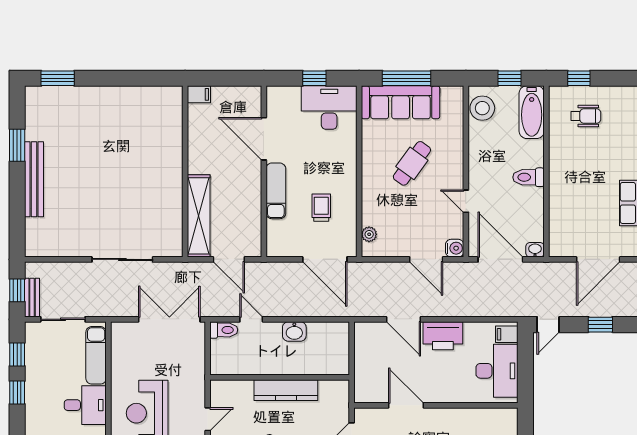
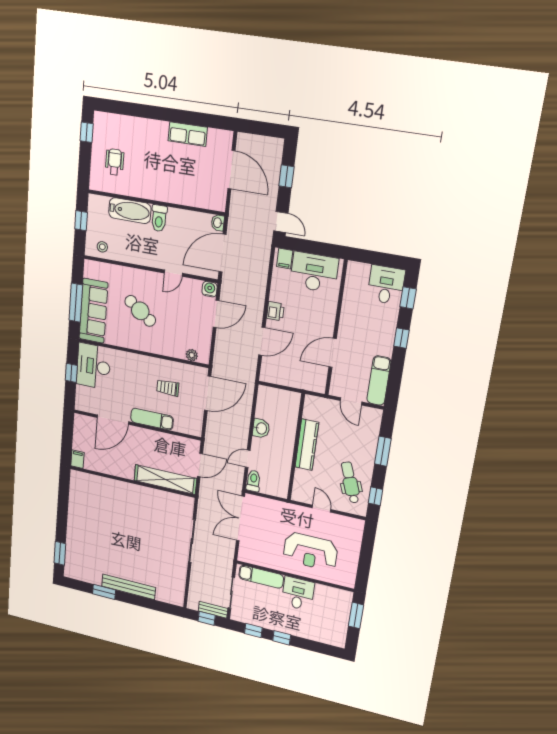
window: (579, 78) -> (87, 132), moved
stool: (482, 108) -> (102, 247), width x0.53, depth x0.53
bathtub: (532, 112) -> (130, 211), moved
printer: (443, 336) -> (275, 311), width x0.53, depth x0.68

